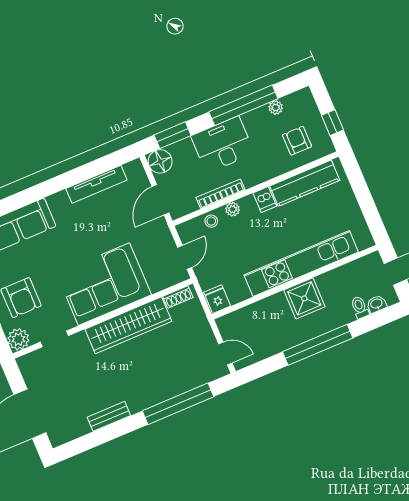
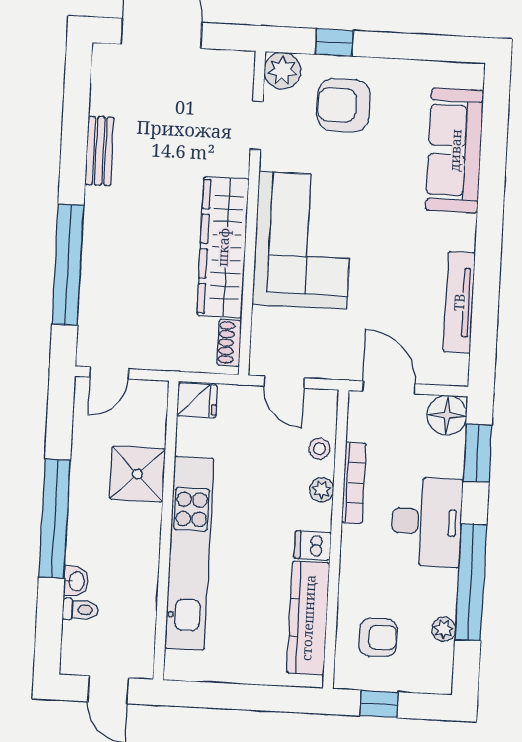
shower: (304, 298) -> (137, 474), moved
washbasin: (377, 304) -> (76, 581), moved

